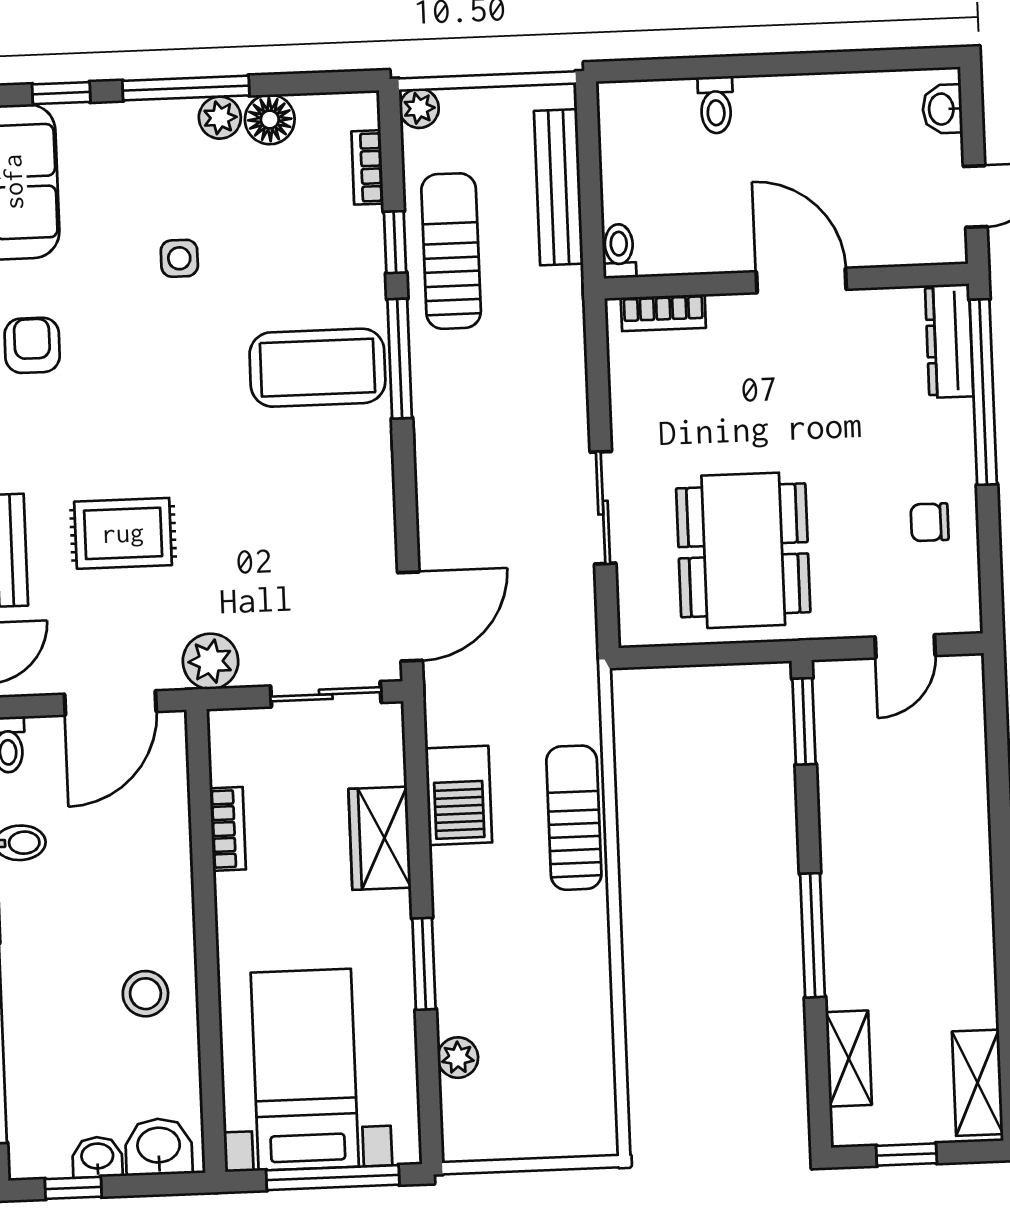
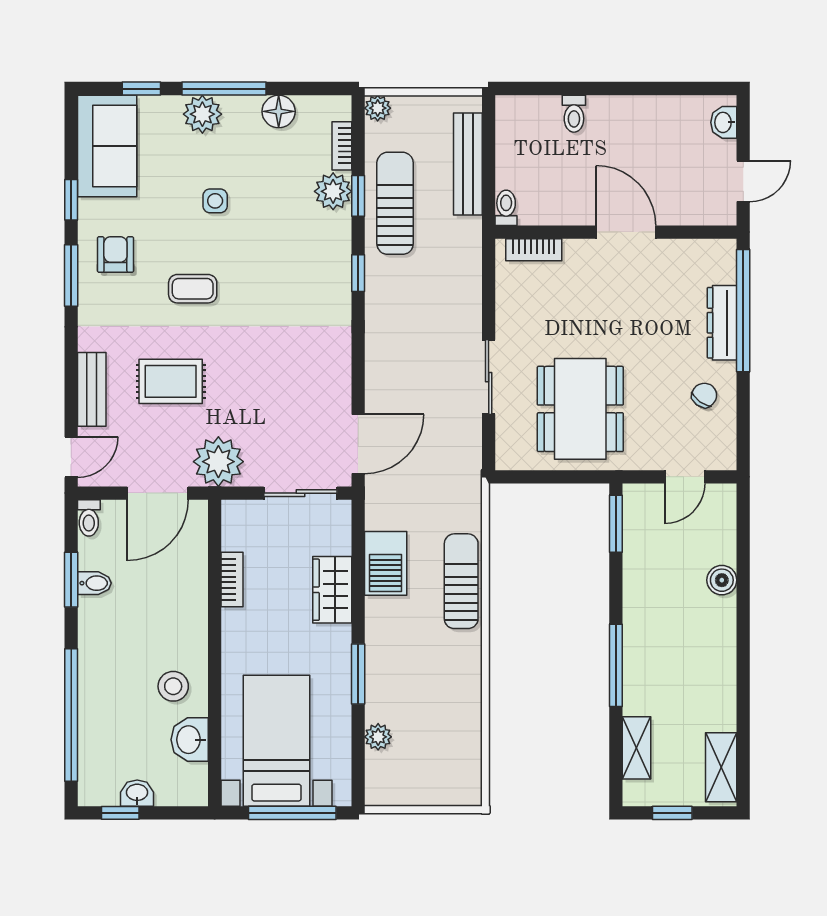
plant: (220, 118) -> (202, 114), moved, width x1.38, depth x1.38
plant: (357, 237) -> (333, 191), added
dresser: (949, 341) -> (722, 323), moved
window: (400, 359) -> (358, 273), width x0.46
coffee table: (317, 368) -> (193, 289), moved, width x0.54, depth x0.58
chair: (930, 522) -> (704, 395), turned 126
plant: (211, 661) -> (218, 462), width x1.36, depth x1.36
boiler: (967, 800) -> (722, 580), added
washbasin: (159, 1147) -> (190, 740), moved, turned -90

